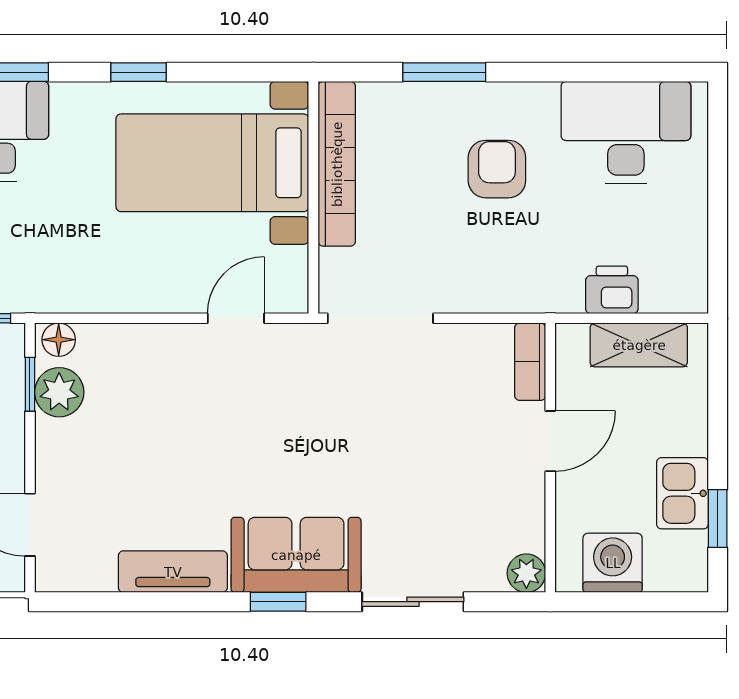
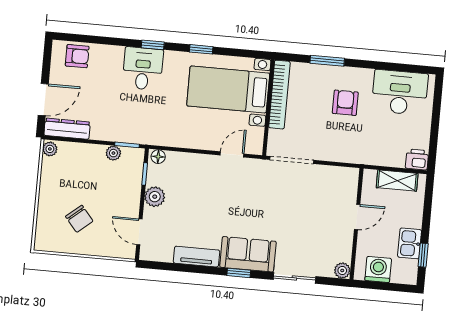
printer: (612, 290) -> (417, 159), moved
bookcase: (530, 362) -> (352, 183), removed
plant: (59, 392) -> (155, 197), moved

